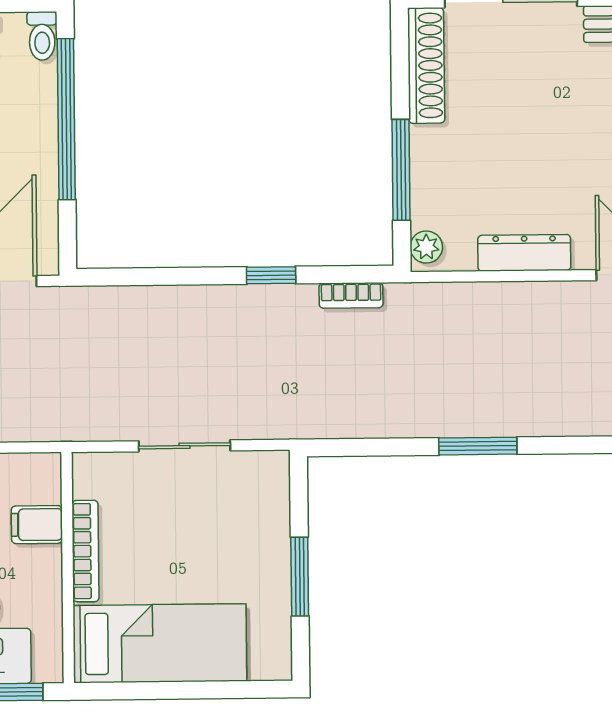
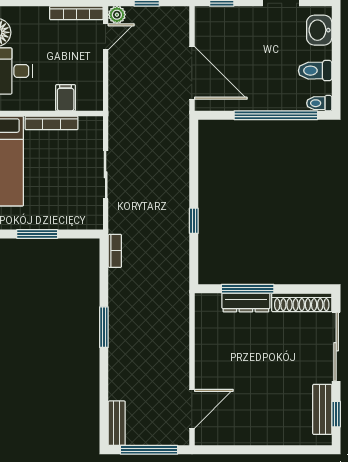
plant: (426, 247) -> (208, 301), removed
dresser: (524, 253) -> (246, 303), moved, turned 90
bookcase: (351, 295) -> (115, 251), moved, turned 180

